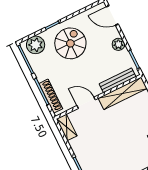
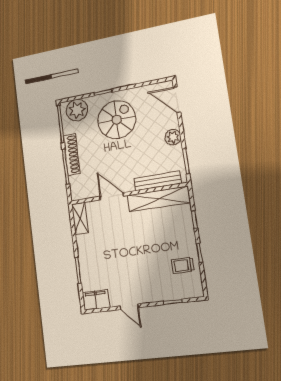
shoe rack: (51, 96) -> (72, 154), moved

